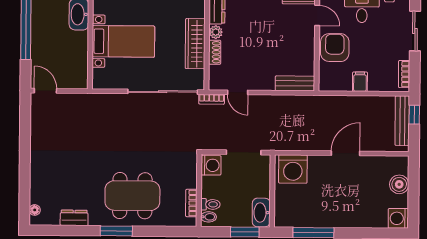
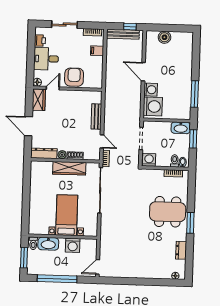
armchair: (335, 48) -> (74, 77), turned 90
washing machine: (78, 52) -> (73, 245), added
filing cabinet: (360, 82) -> (97, 51), moved
bench: (295, 83) -> (96, 117), moved
door: (238, 92) -> (102, 141), hinge flipped
window: (414, 115) -> (130, 27), moved
dining table: (132, 196) -> (168, 212), turned 90
washing machine: (398, 218) -> (151, 90), moved, turned -90

